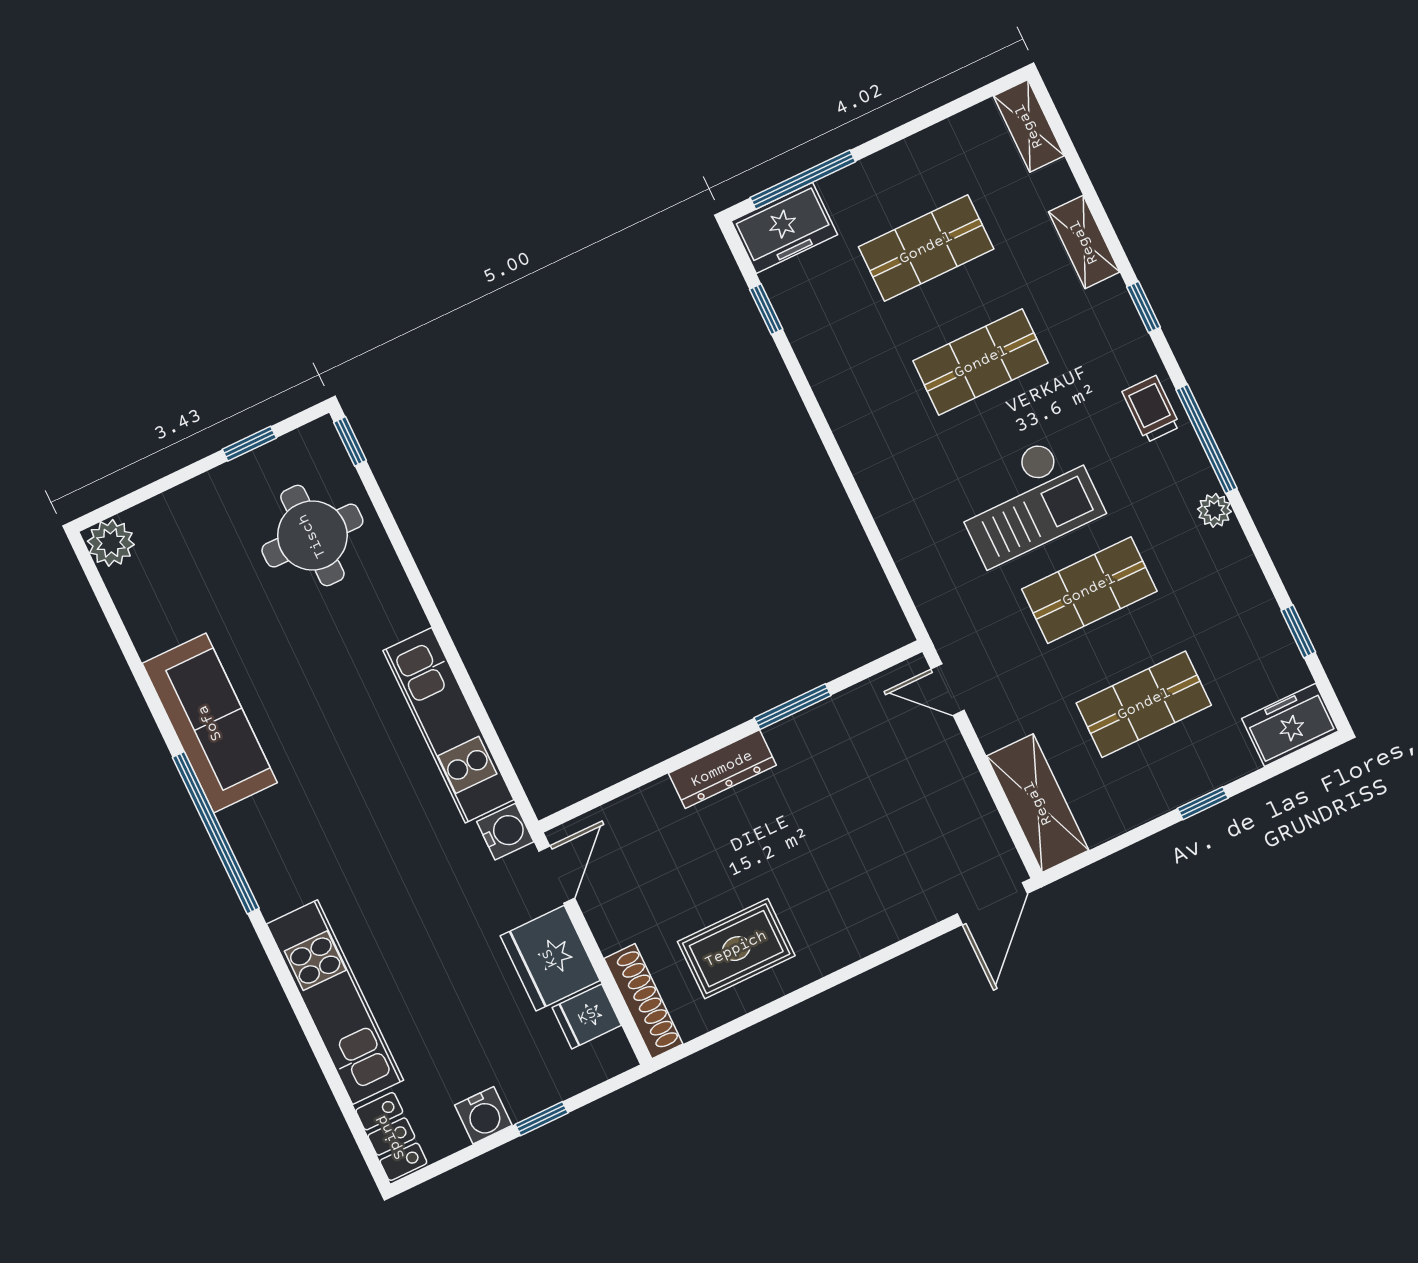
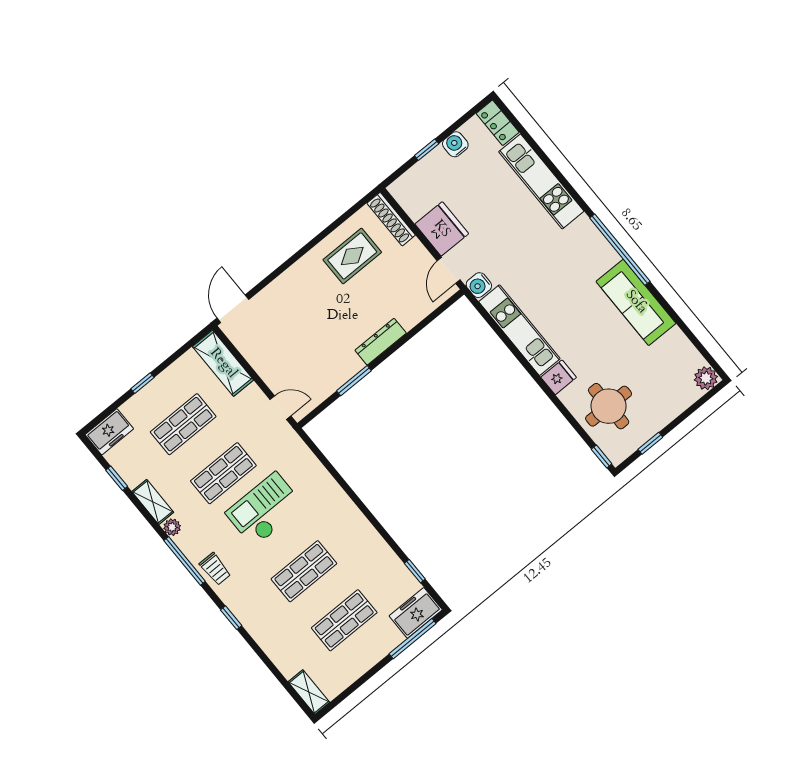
shelving: (1084, 242) -> (153, 502), moved
fridge: (587, 1016) -> (559, 377), moved

